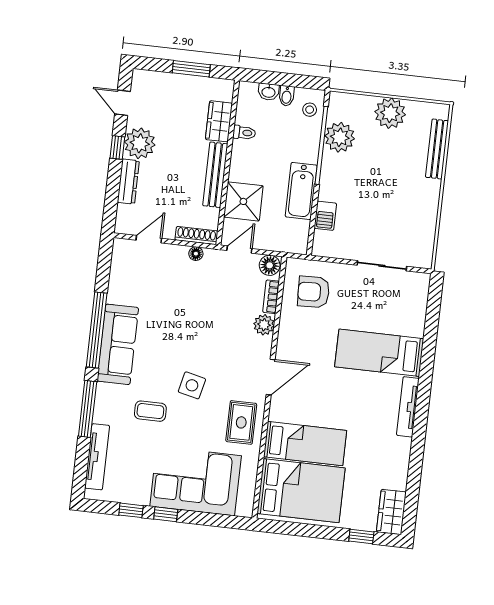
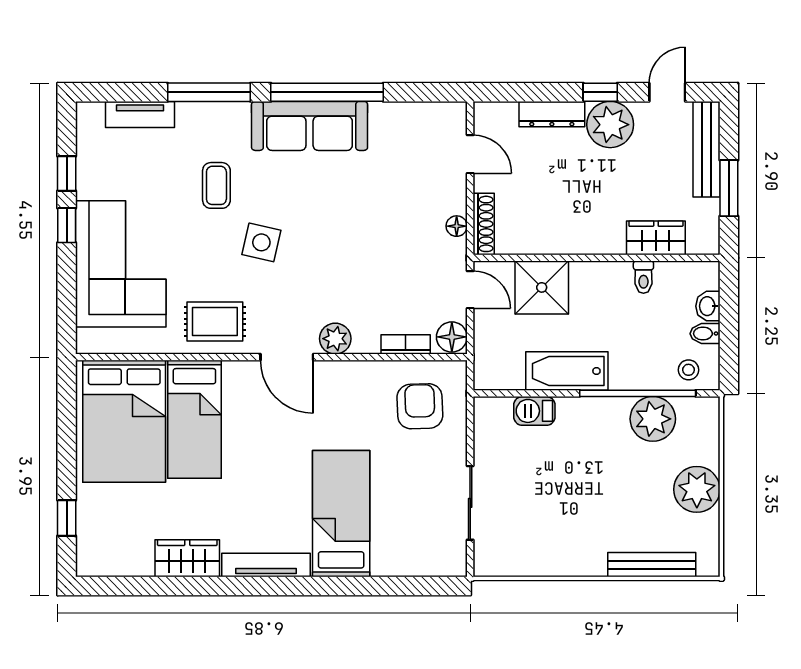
bench: (215, 175) -> (706, 149), moved, turned 90
plant: (264, 325) -> (335, 339), moved
tv unit: (97, 457) -> (140, 114), width x0.71
wardrobe: (391, 512) -> (187, 558), moved

